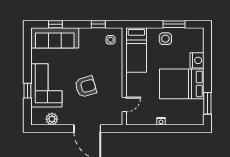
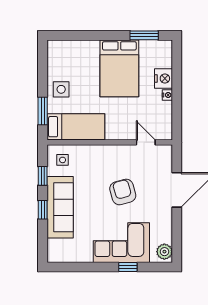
window: (55, 24) -> (43, 210), moved
window: (174, 24) -> (43, 111), moved
sofa: (55, 38) -> (60, 207), moved
nightstand: (197, 60) -> (163, 79), moved, turned 90
plant: (52, 119) -> (164, 252), moved

